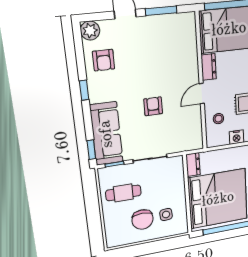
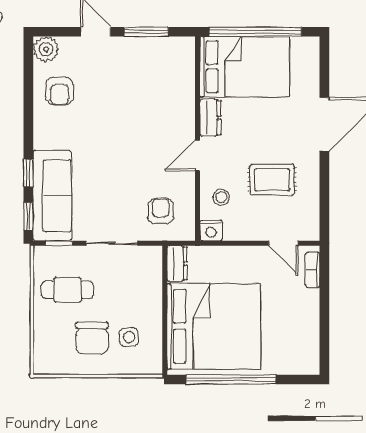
window: (84, 90) -> (28, 173), moved
armchair: (153, 106) -> (161, 211), moved
nightstand: (237, 137) -> (211, 231), moved

